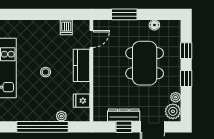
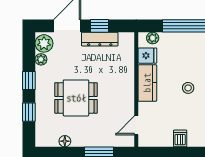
dishwasher: (66, 27) -> (180, 138), moved
dining table: (145, 63) -> (76, 98), width x0.73
kitchen counter: (82, 65) -> (147, 83), moved
plant: (61, 116) -> (153, 38), moved

